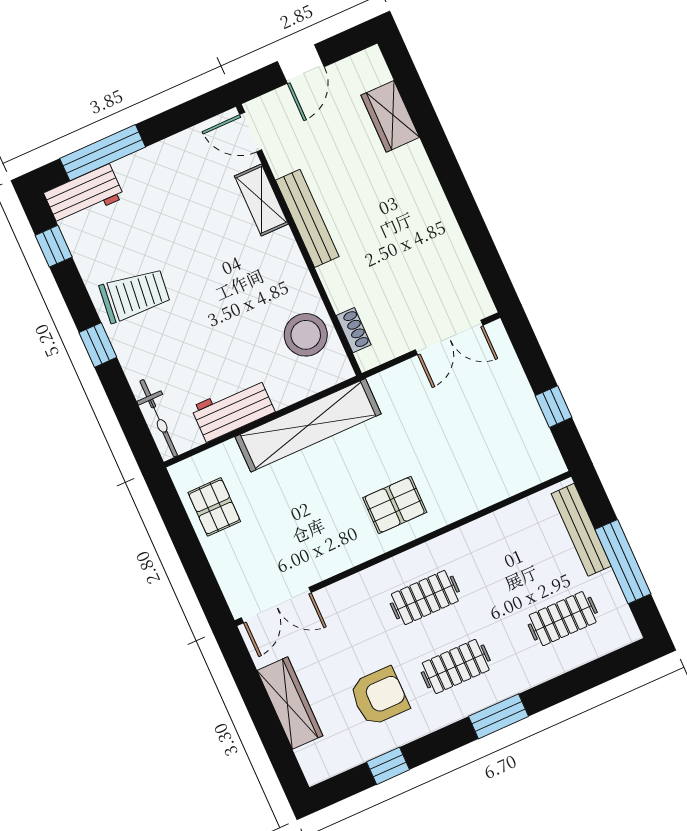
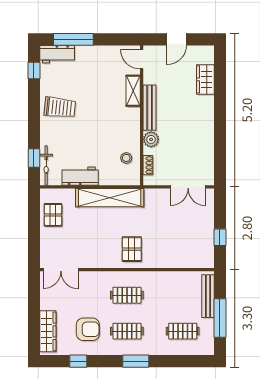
plant: (337, 278) -> (151, 139), added
stool: (306, 335) -> (126, 158), width x0.53, depth x0.53
window: (98, 345) -> (34, 158), moved
pallet: (395, 505) -> (132, 249), turned 90
wardrobe: (290, 703) -> (48, 331), moved

